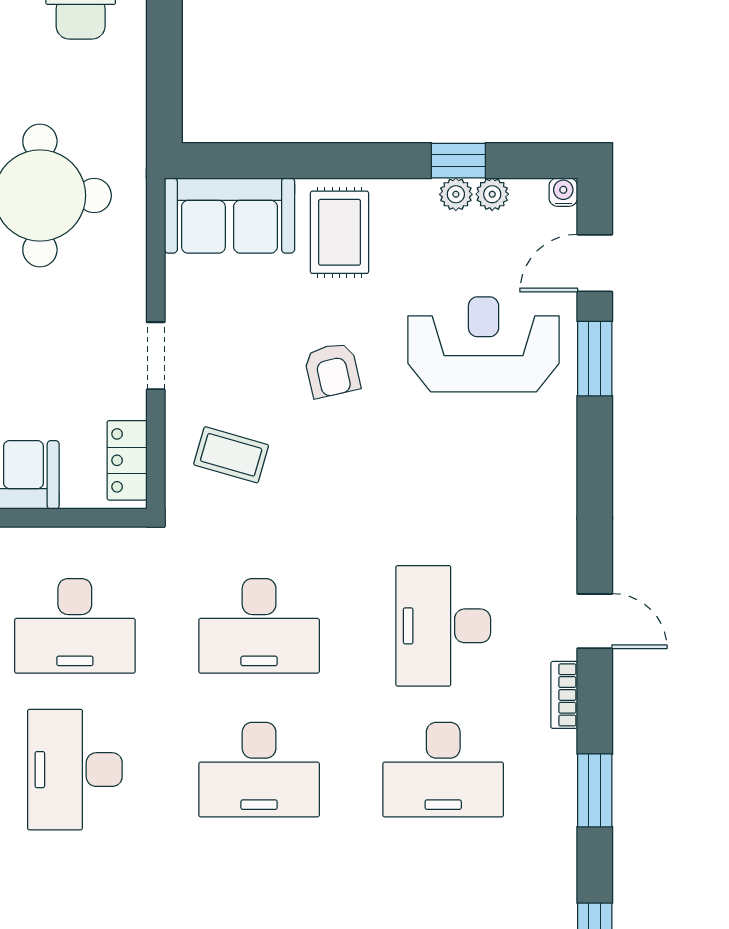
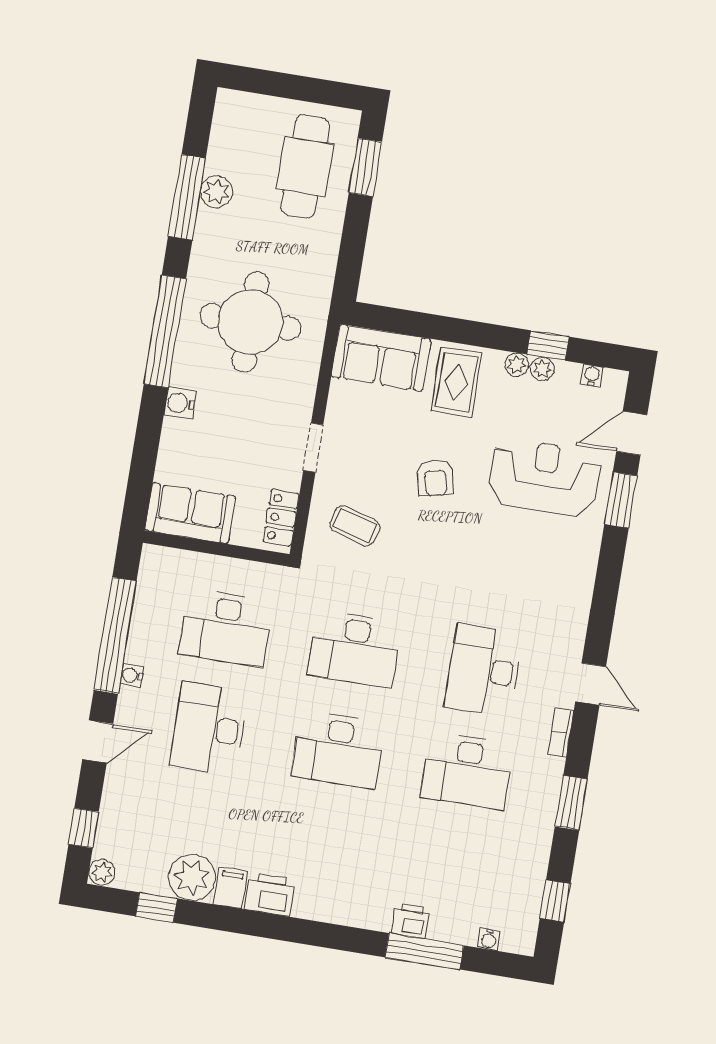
water cooler: (563, 192) -> (592, 375), moved
plant: (492, 194) -> (517, 365), moved

